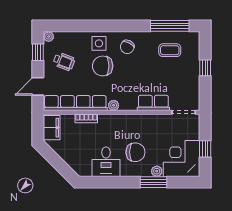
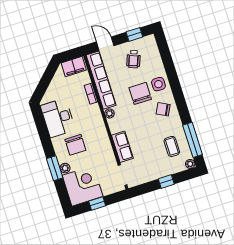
plant: (49, 37) -> (190, 164), moved
desk: (106, 162) -> (58, 118), width x1.37

